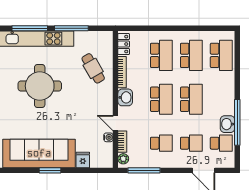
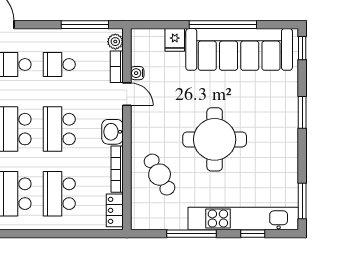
window: (30, 28) -> (253, 234), width x0.46
round table: (40, 86) -> (215, 139), moved
window: (50, 170) -> (223, 25), width x2.11

